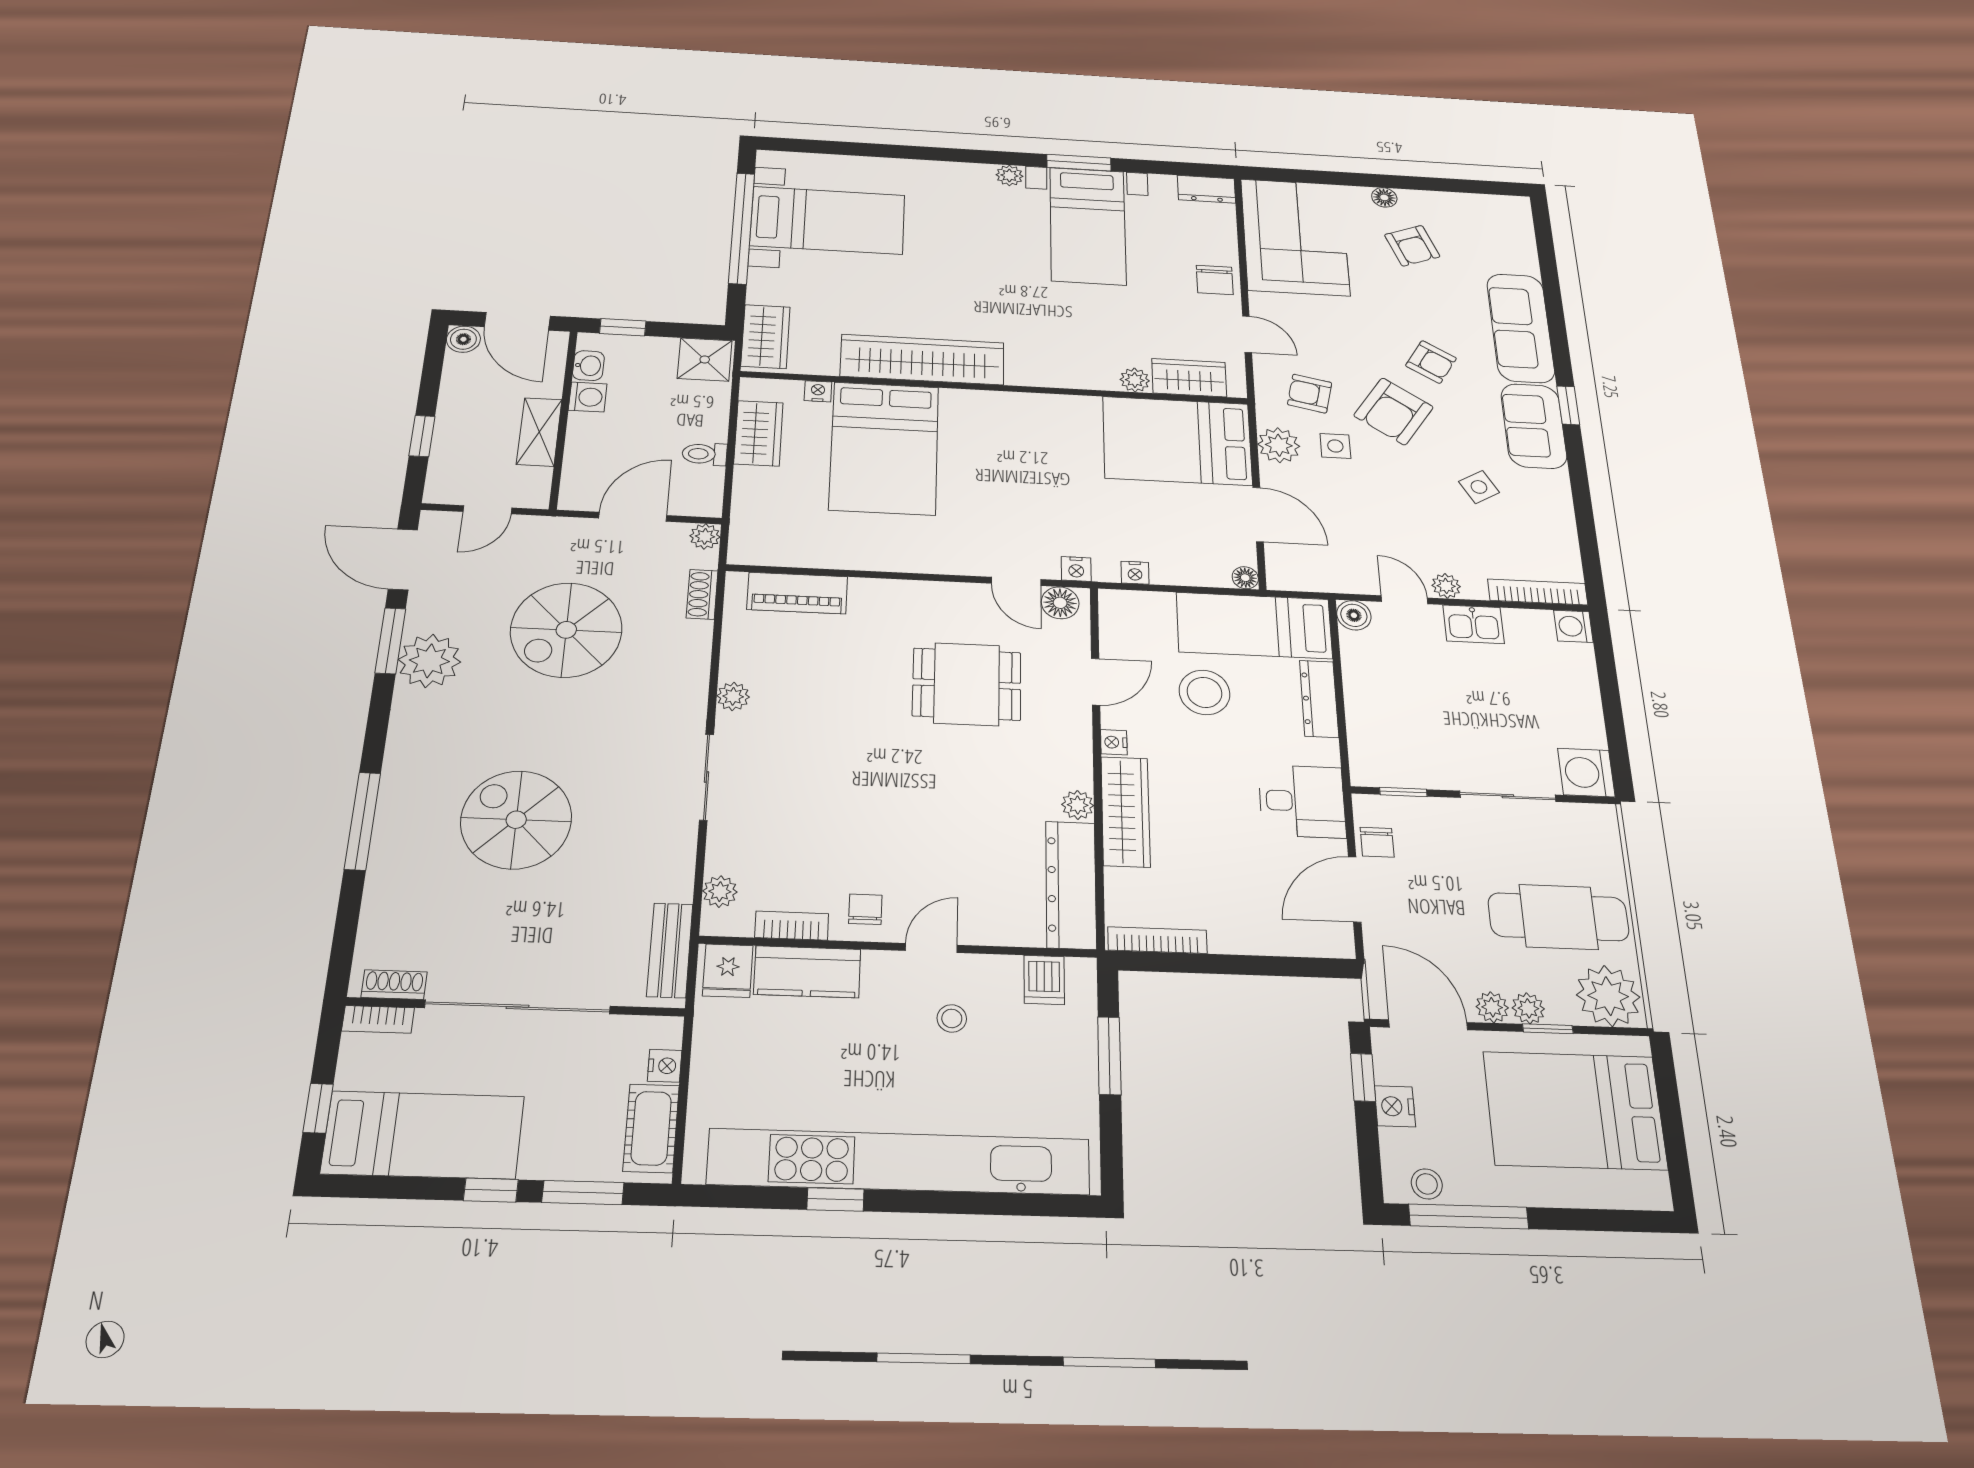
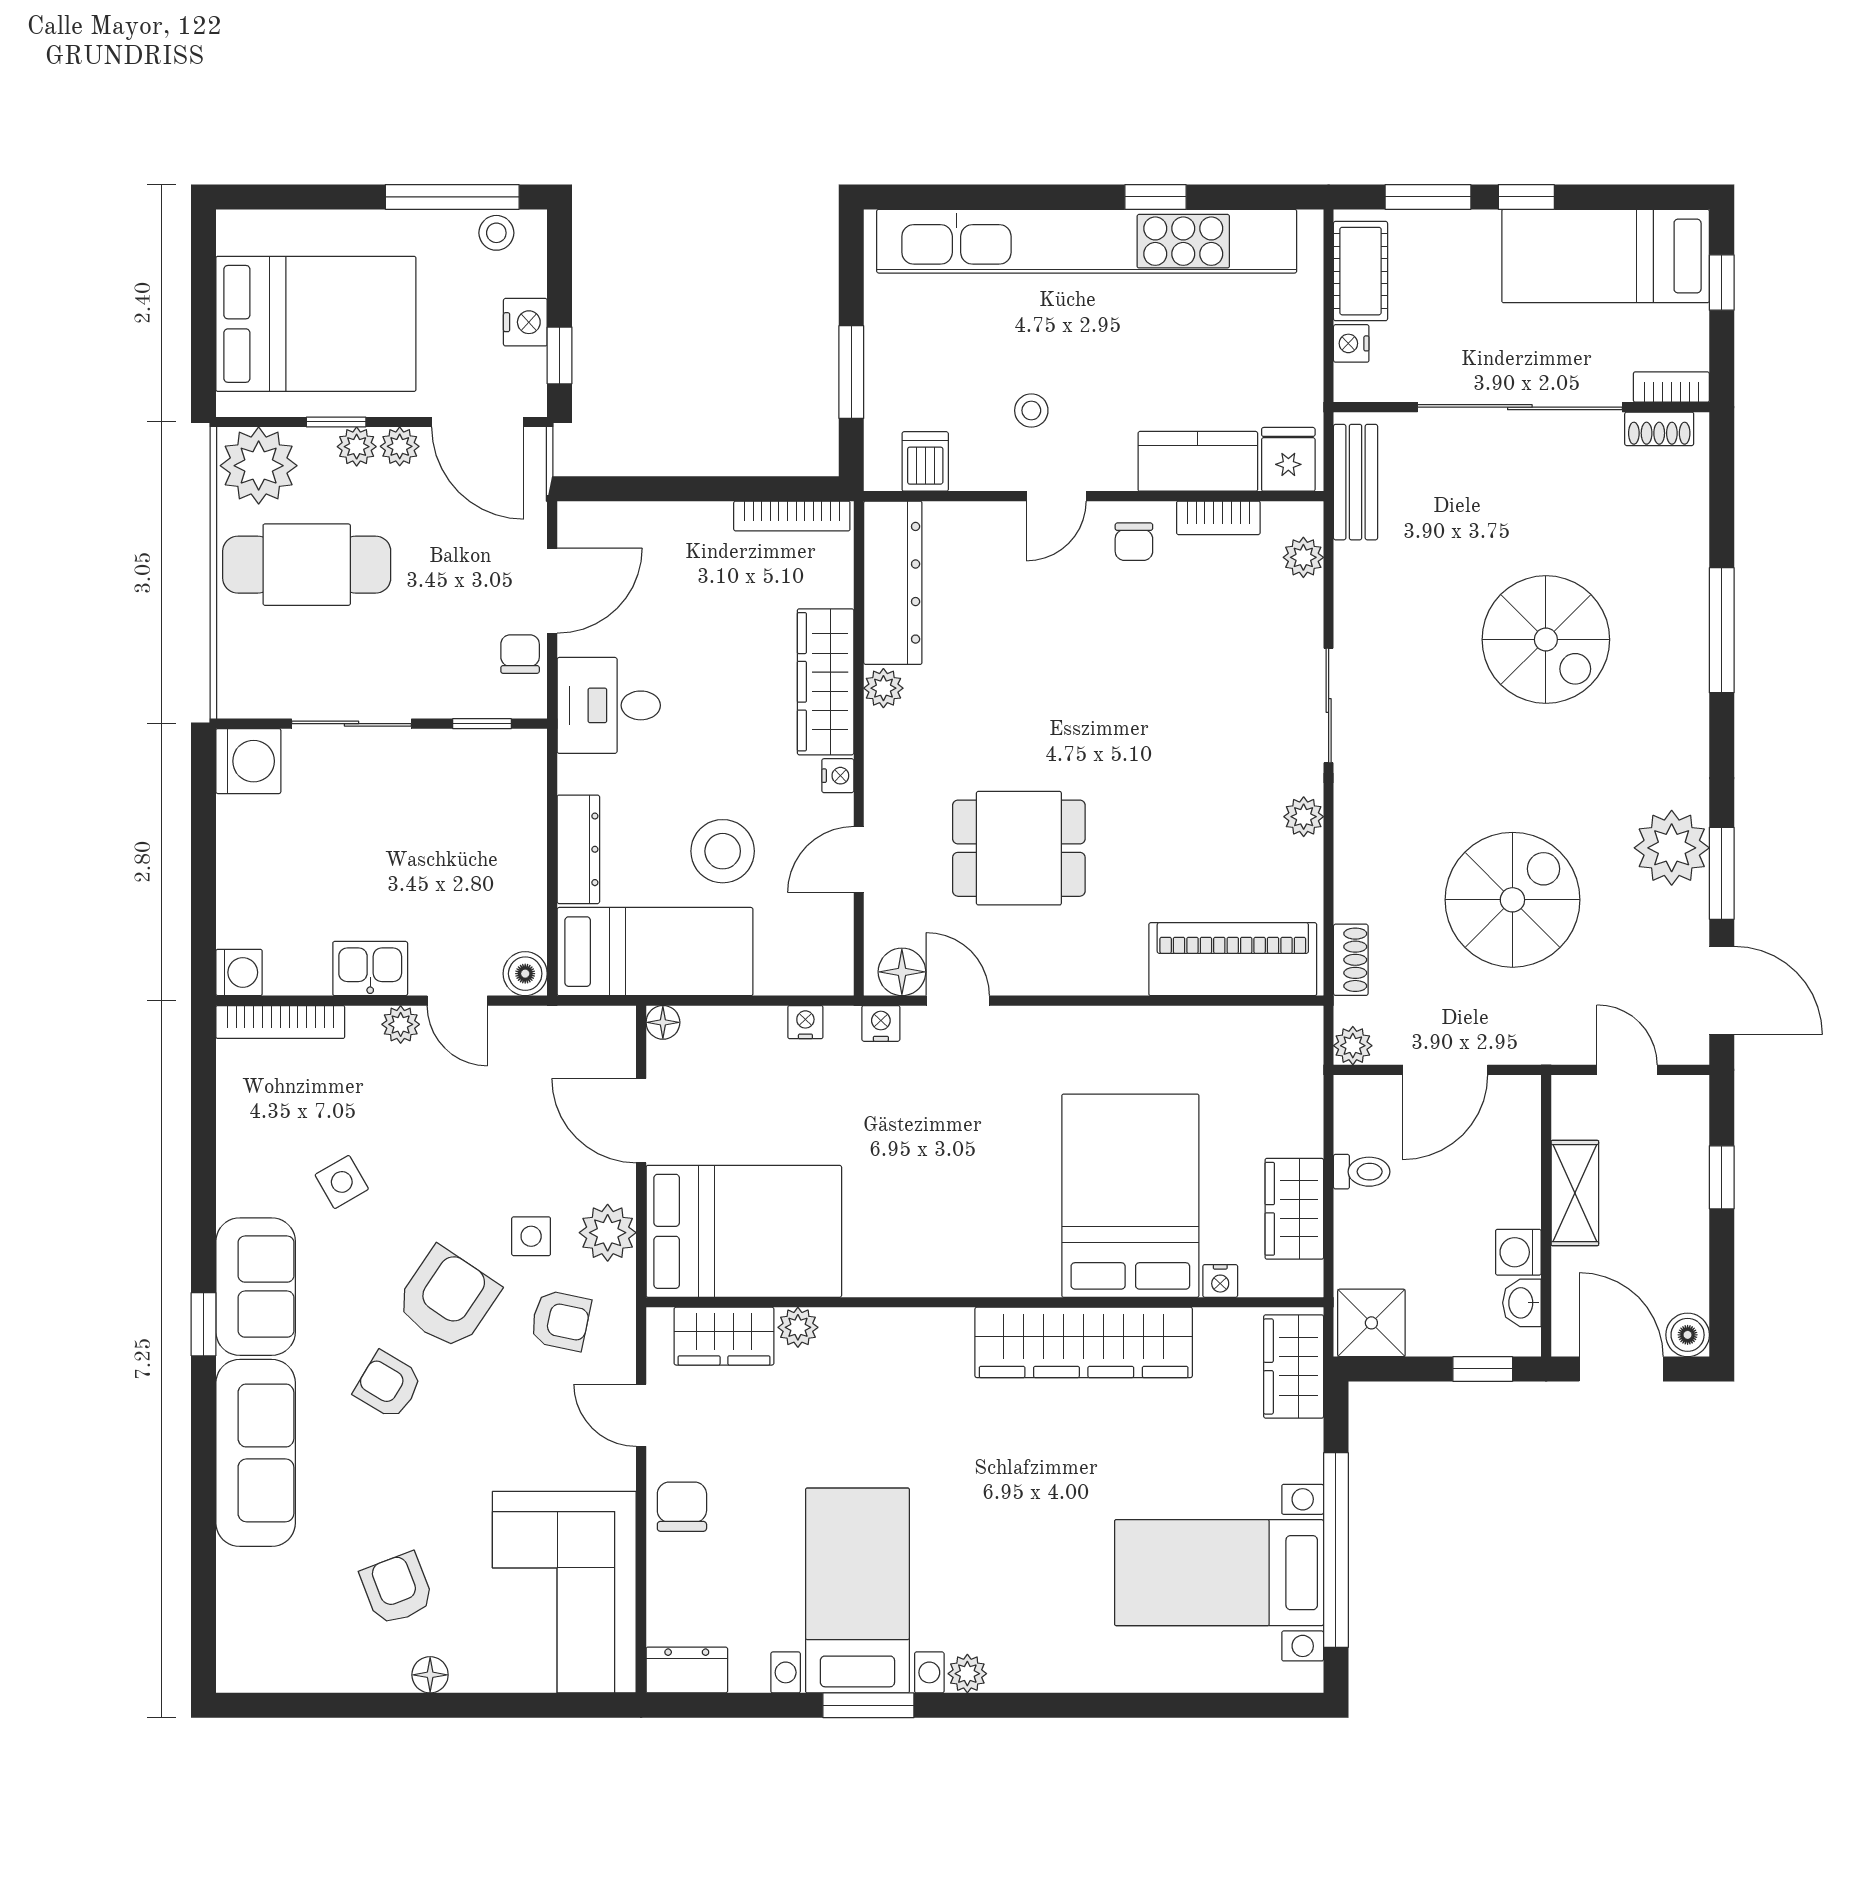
door: (487, 510) -> (1627, 1070), hinge flipped
piano: (797, 593) -> (1233, 959), width x1.37, depth x1.33

